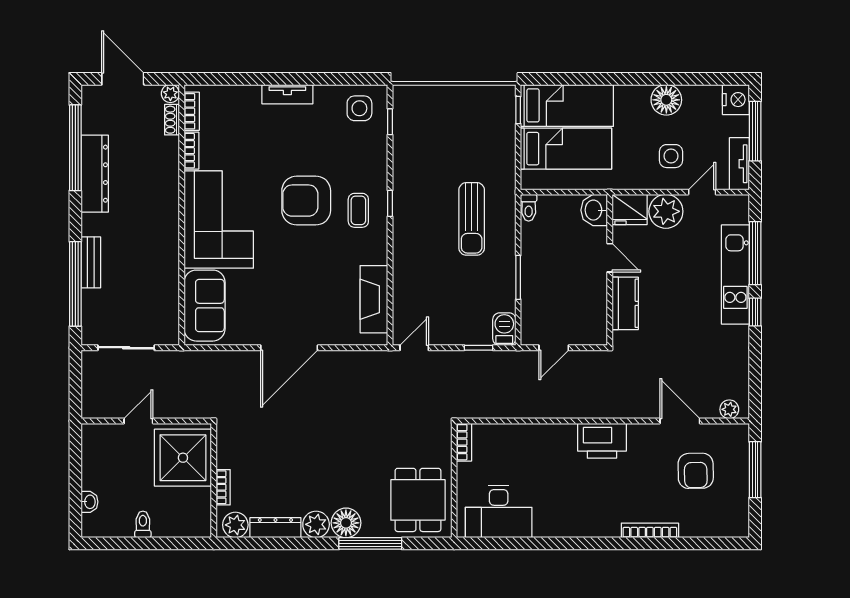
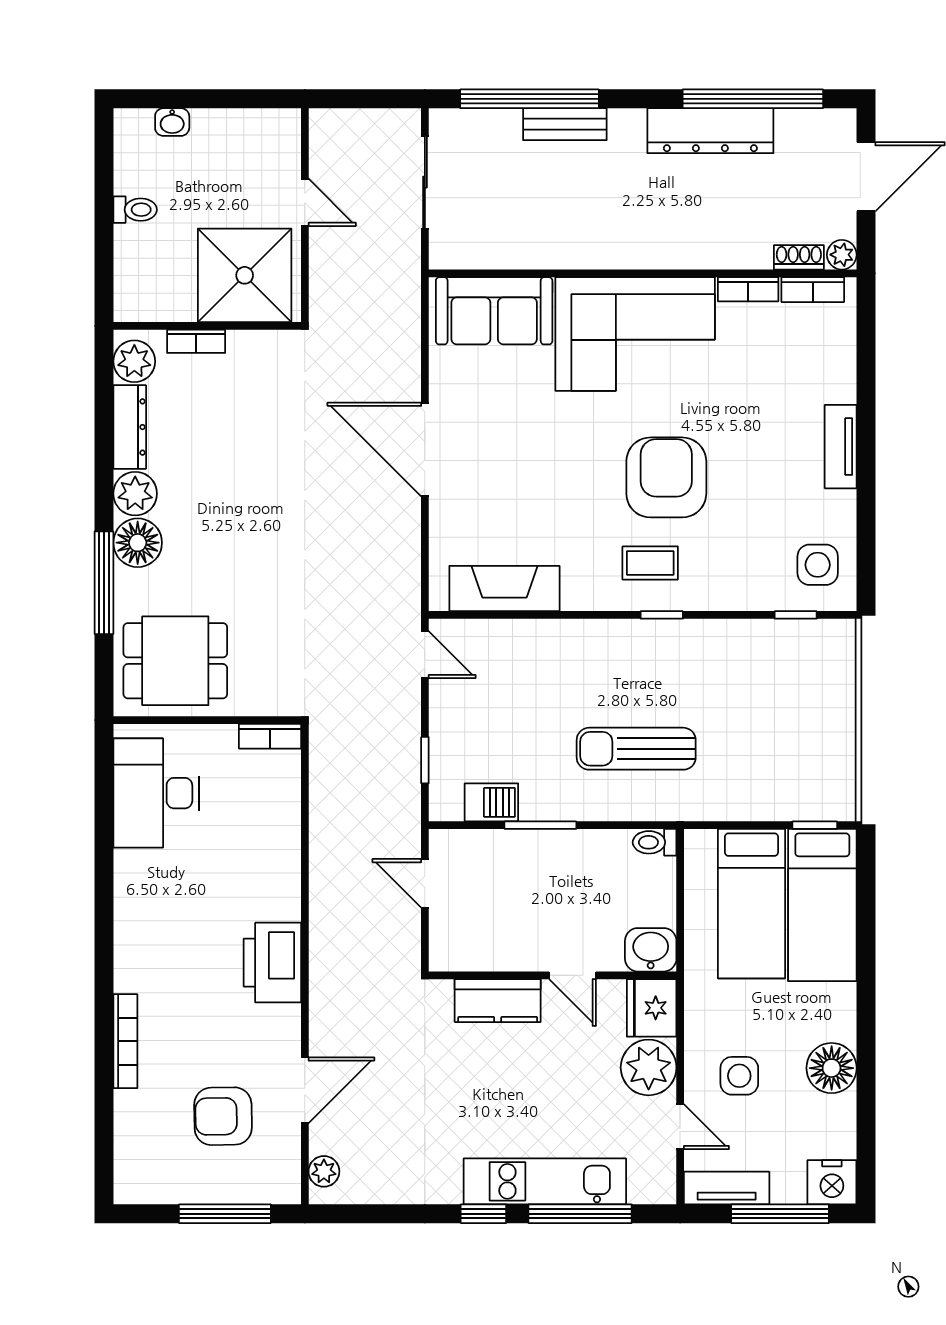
door: (610, 258) -> (573, 975), hinge flipped
barbecue: (504, 329) -> (491, 802), moved

